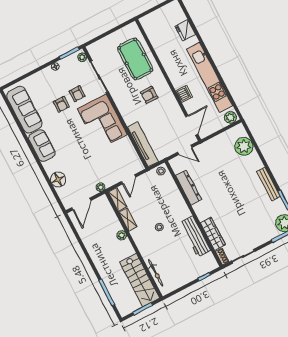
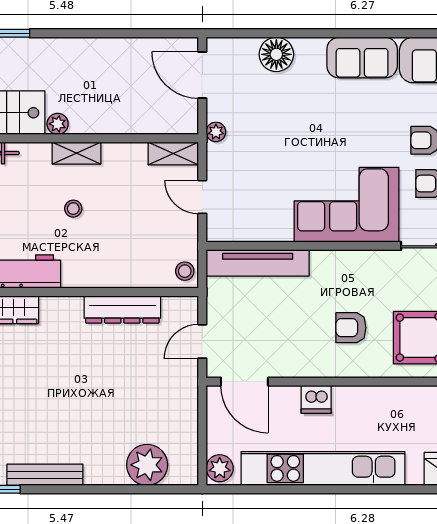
armchair: (149, 95) -> (351, 328), turned -90
shelving: (128, 219) -> (76, 153), moved
plant: (122, 235) -> (58, 124), moved

